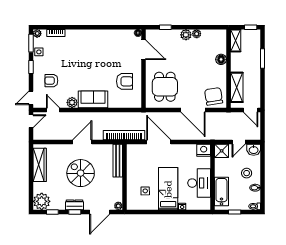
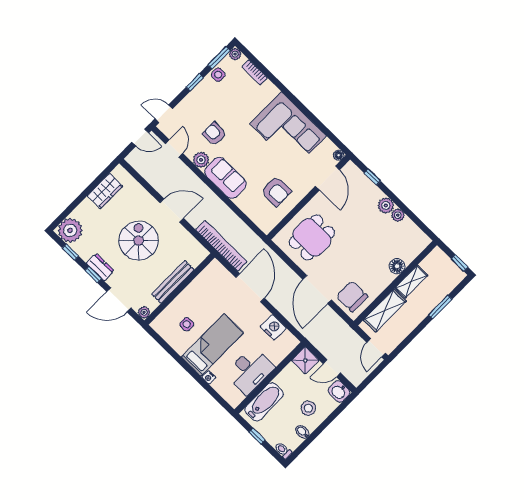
shelving: (236, 41) -> (411, 282), moved
corner sofa: (100, 45) -> (288, 130), added
armchair: (51, 81) -> (214, 134), moved
chair: (214, 96) -> (352, 296), turned -81
nightstand: (204, 150) -> (273, 327), moved
bench: (118, 161) -> (173, 282), moved
wardrobe: (40, 165) -> (105, 191), width x0.67

